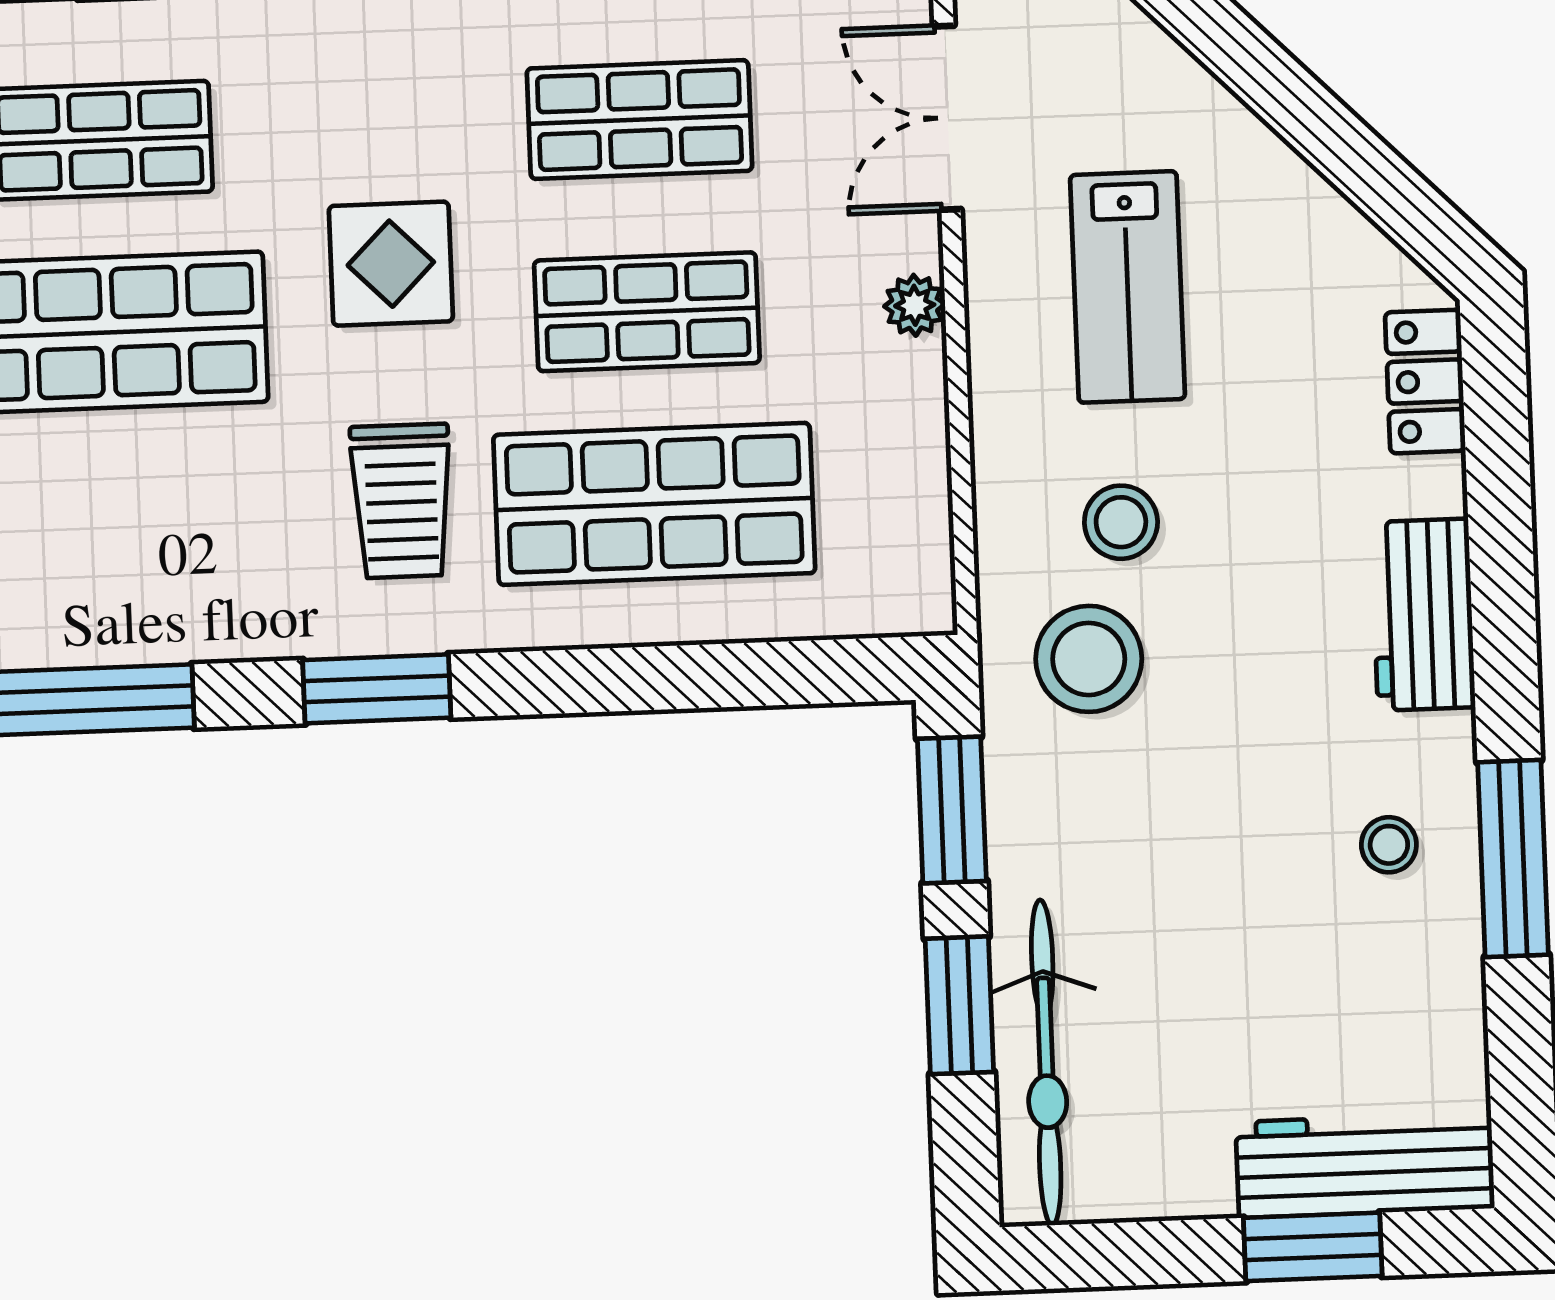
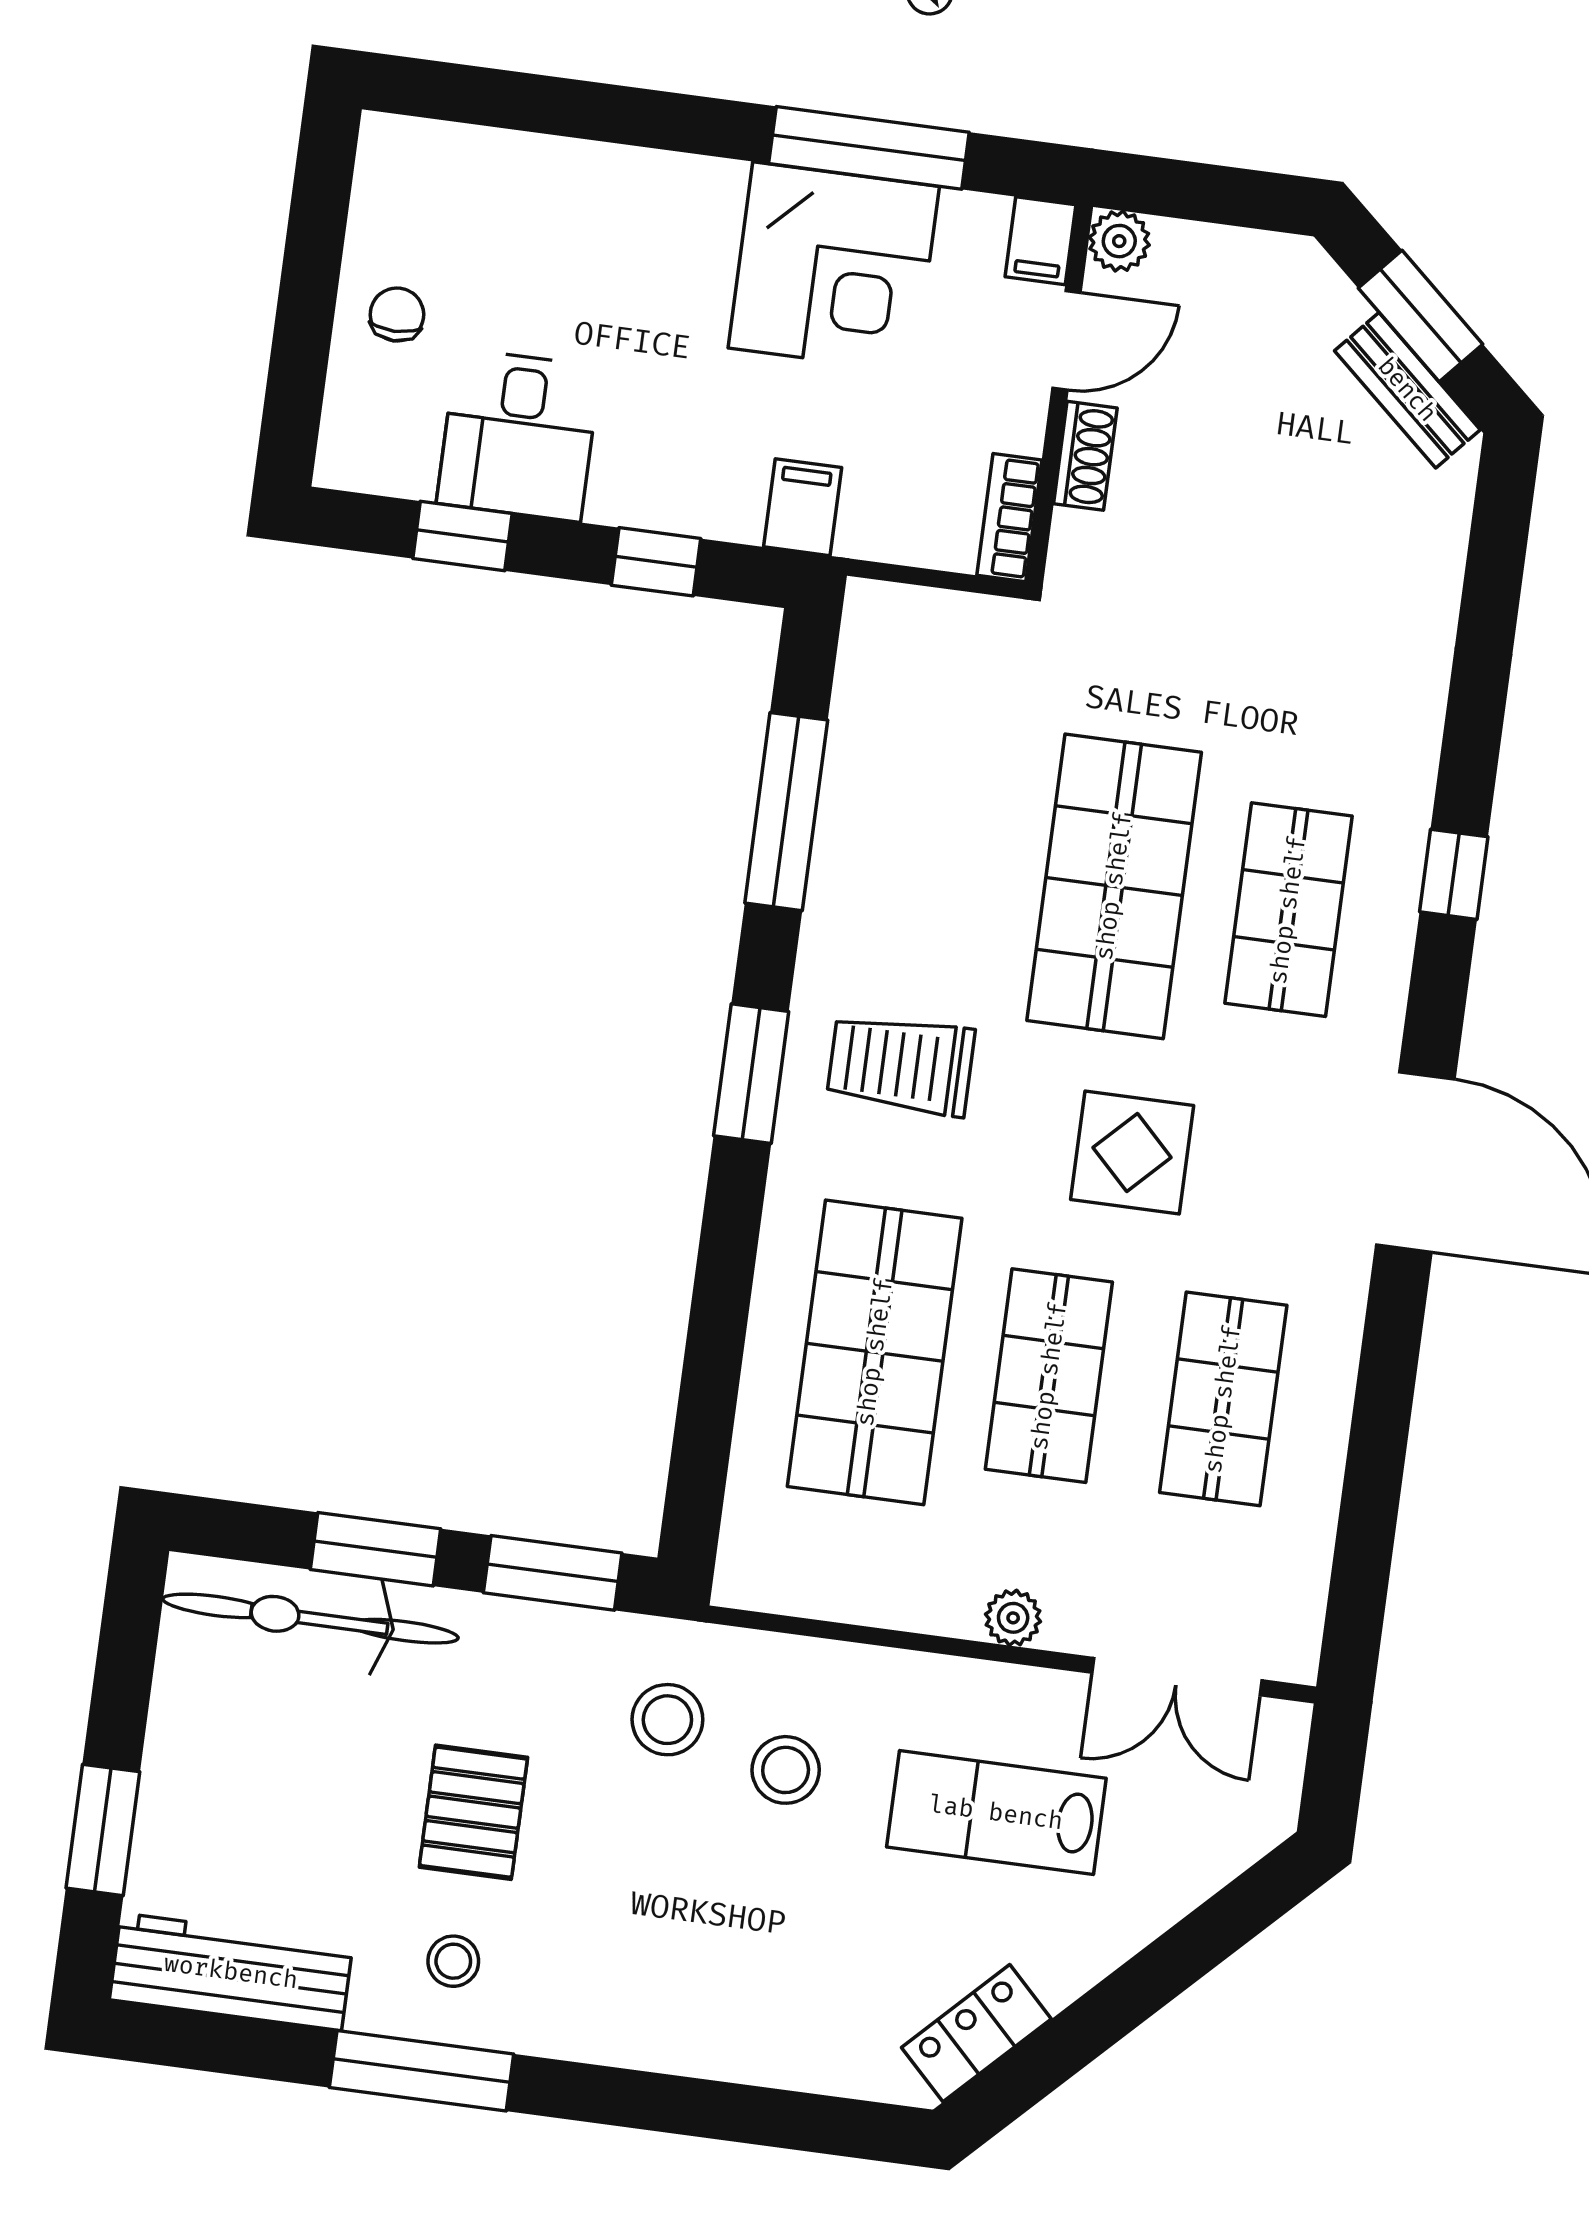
double door: (947, 118) -> (1177, 1677), swing flipped
locker: (1425, 382) -> (976, 2033), moved, turned -45
trolley: (401, 501) -> (901, 1065), moved
workbench: (1423, 615) -> (655, 2028), removed
stool: (1089, 659) -> (667, 1720), width x0.73, depth x0.73
pallet: (1225, 851) -> (473, 1812), added
workbench: (1365, 1165) -> (231, 1972), moved, turned -90

